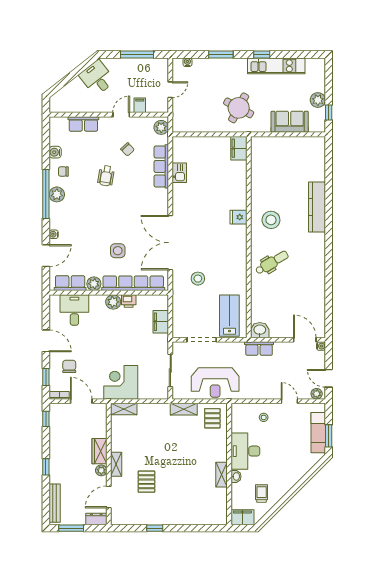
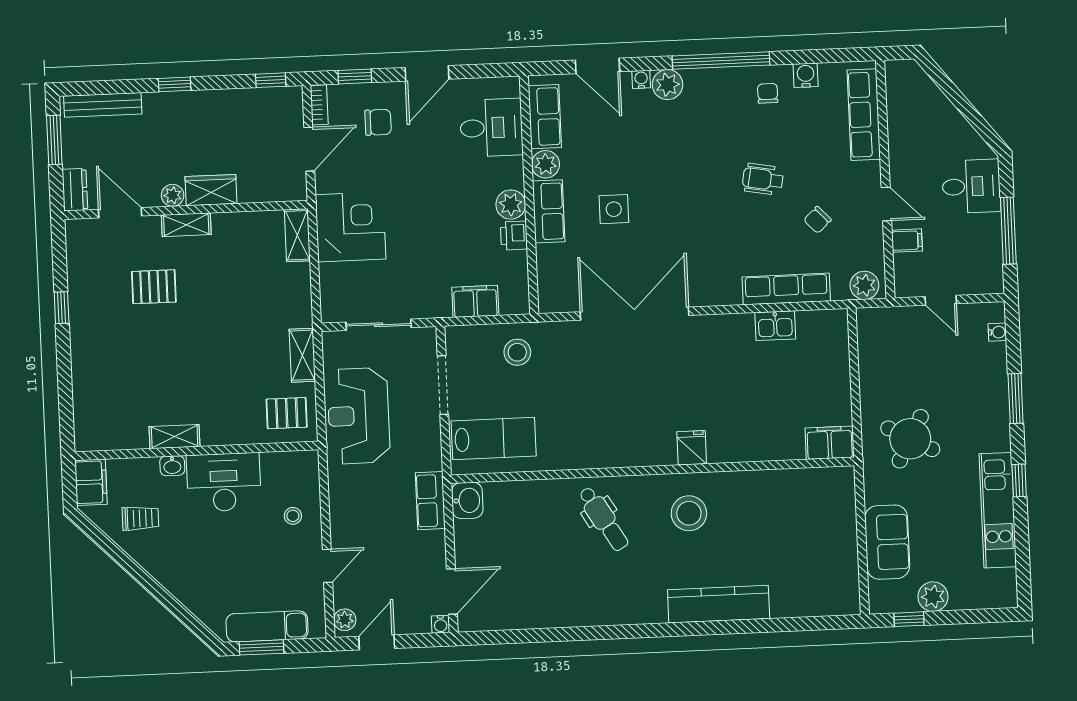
desk: (97, 78) -> (971, 186), moved, turned 38
row of seats: (83, 124) -> (864, 115), width x1.48
plant: (57, 194) -> (667, 85), moved
stool: (198, 279) -> (517, 352), moved
row of seats: (133, 283) -> (549, 211), width x0.50

